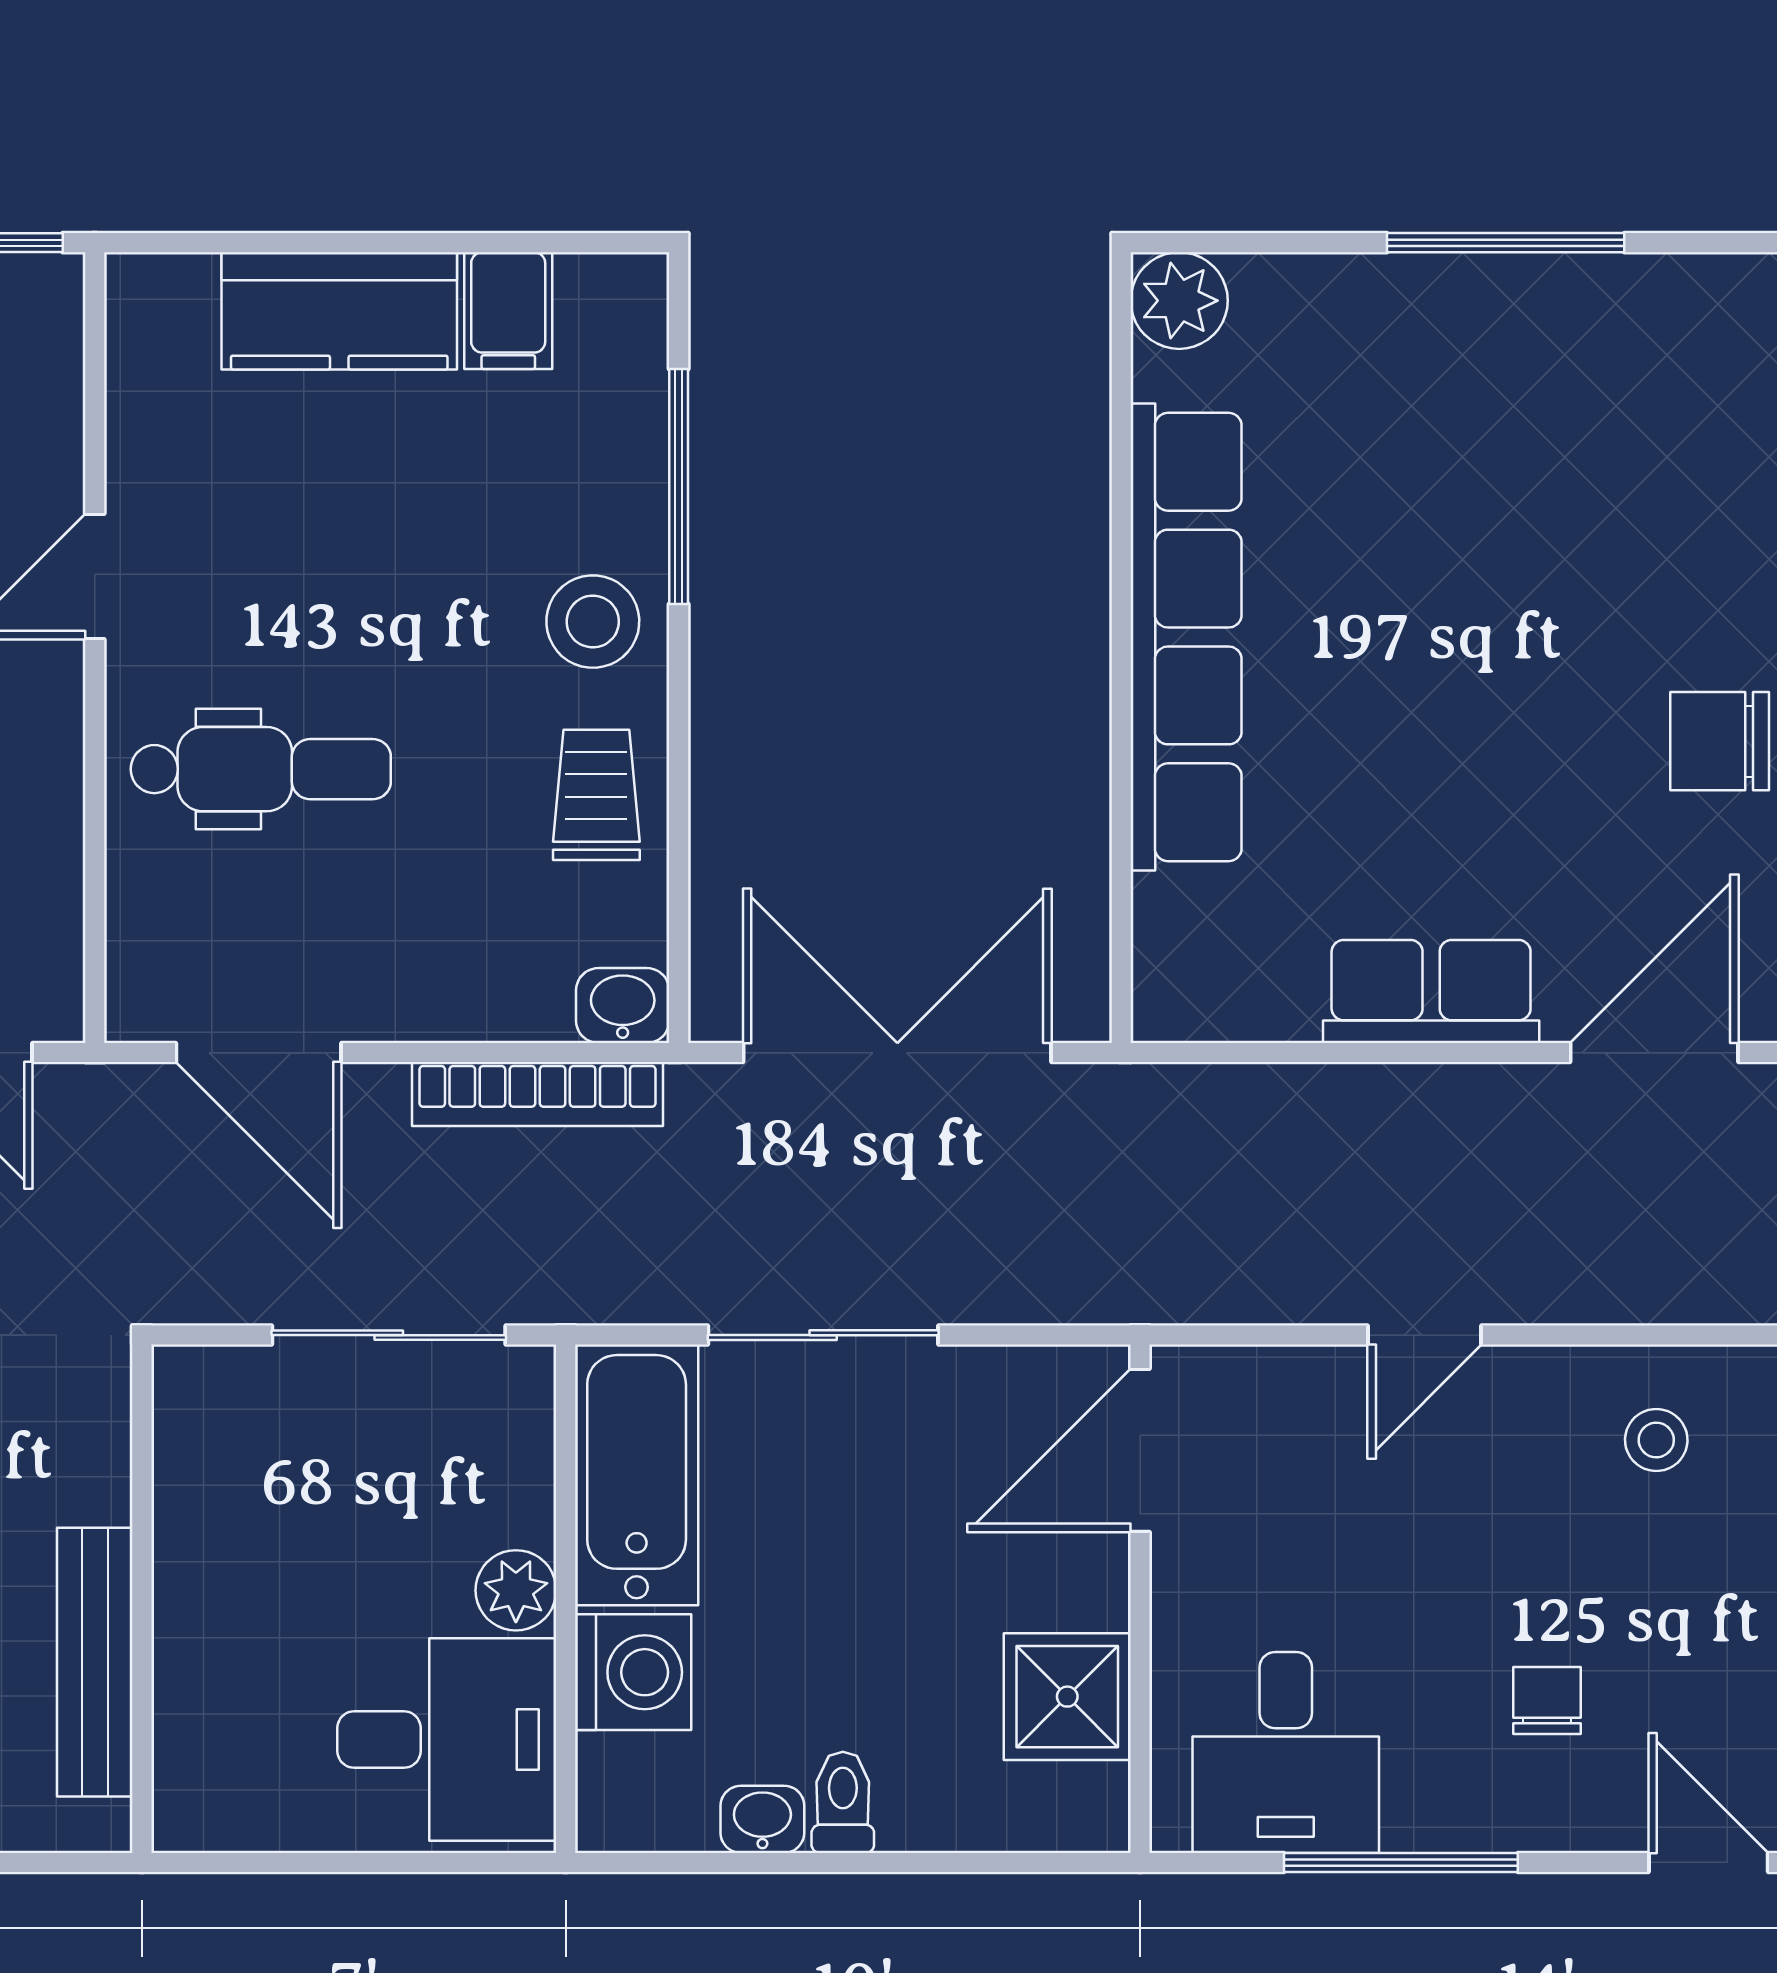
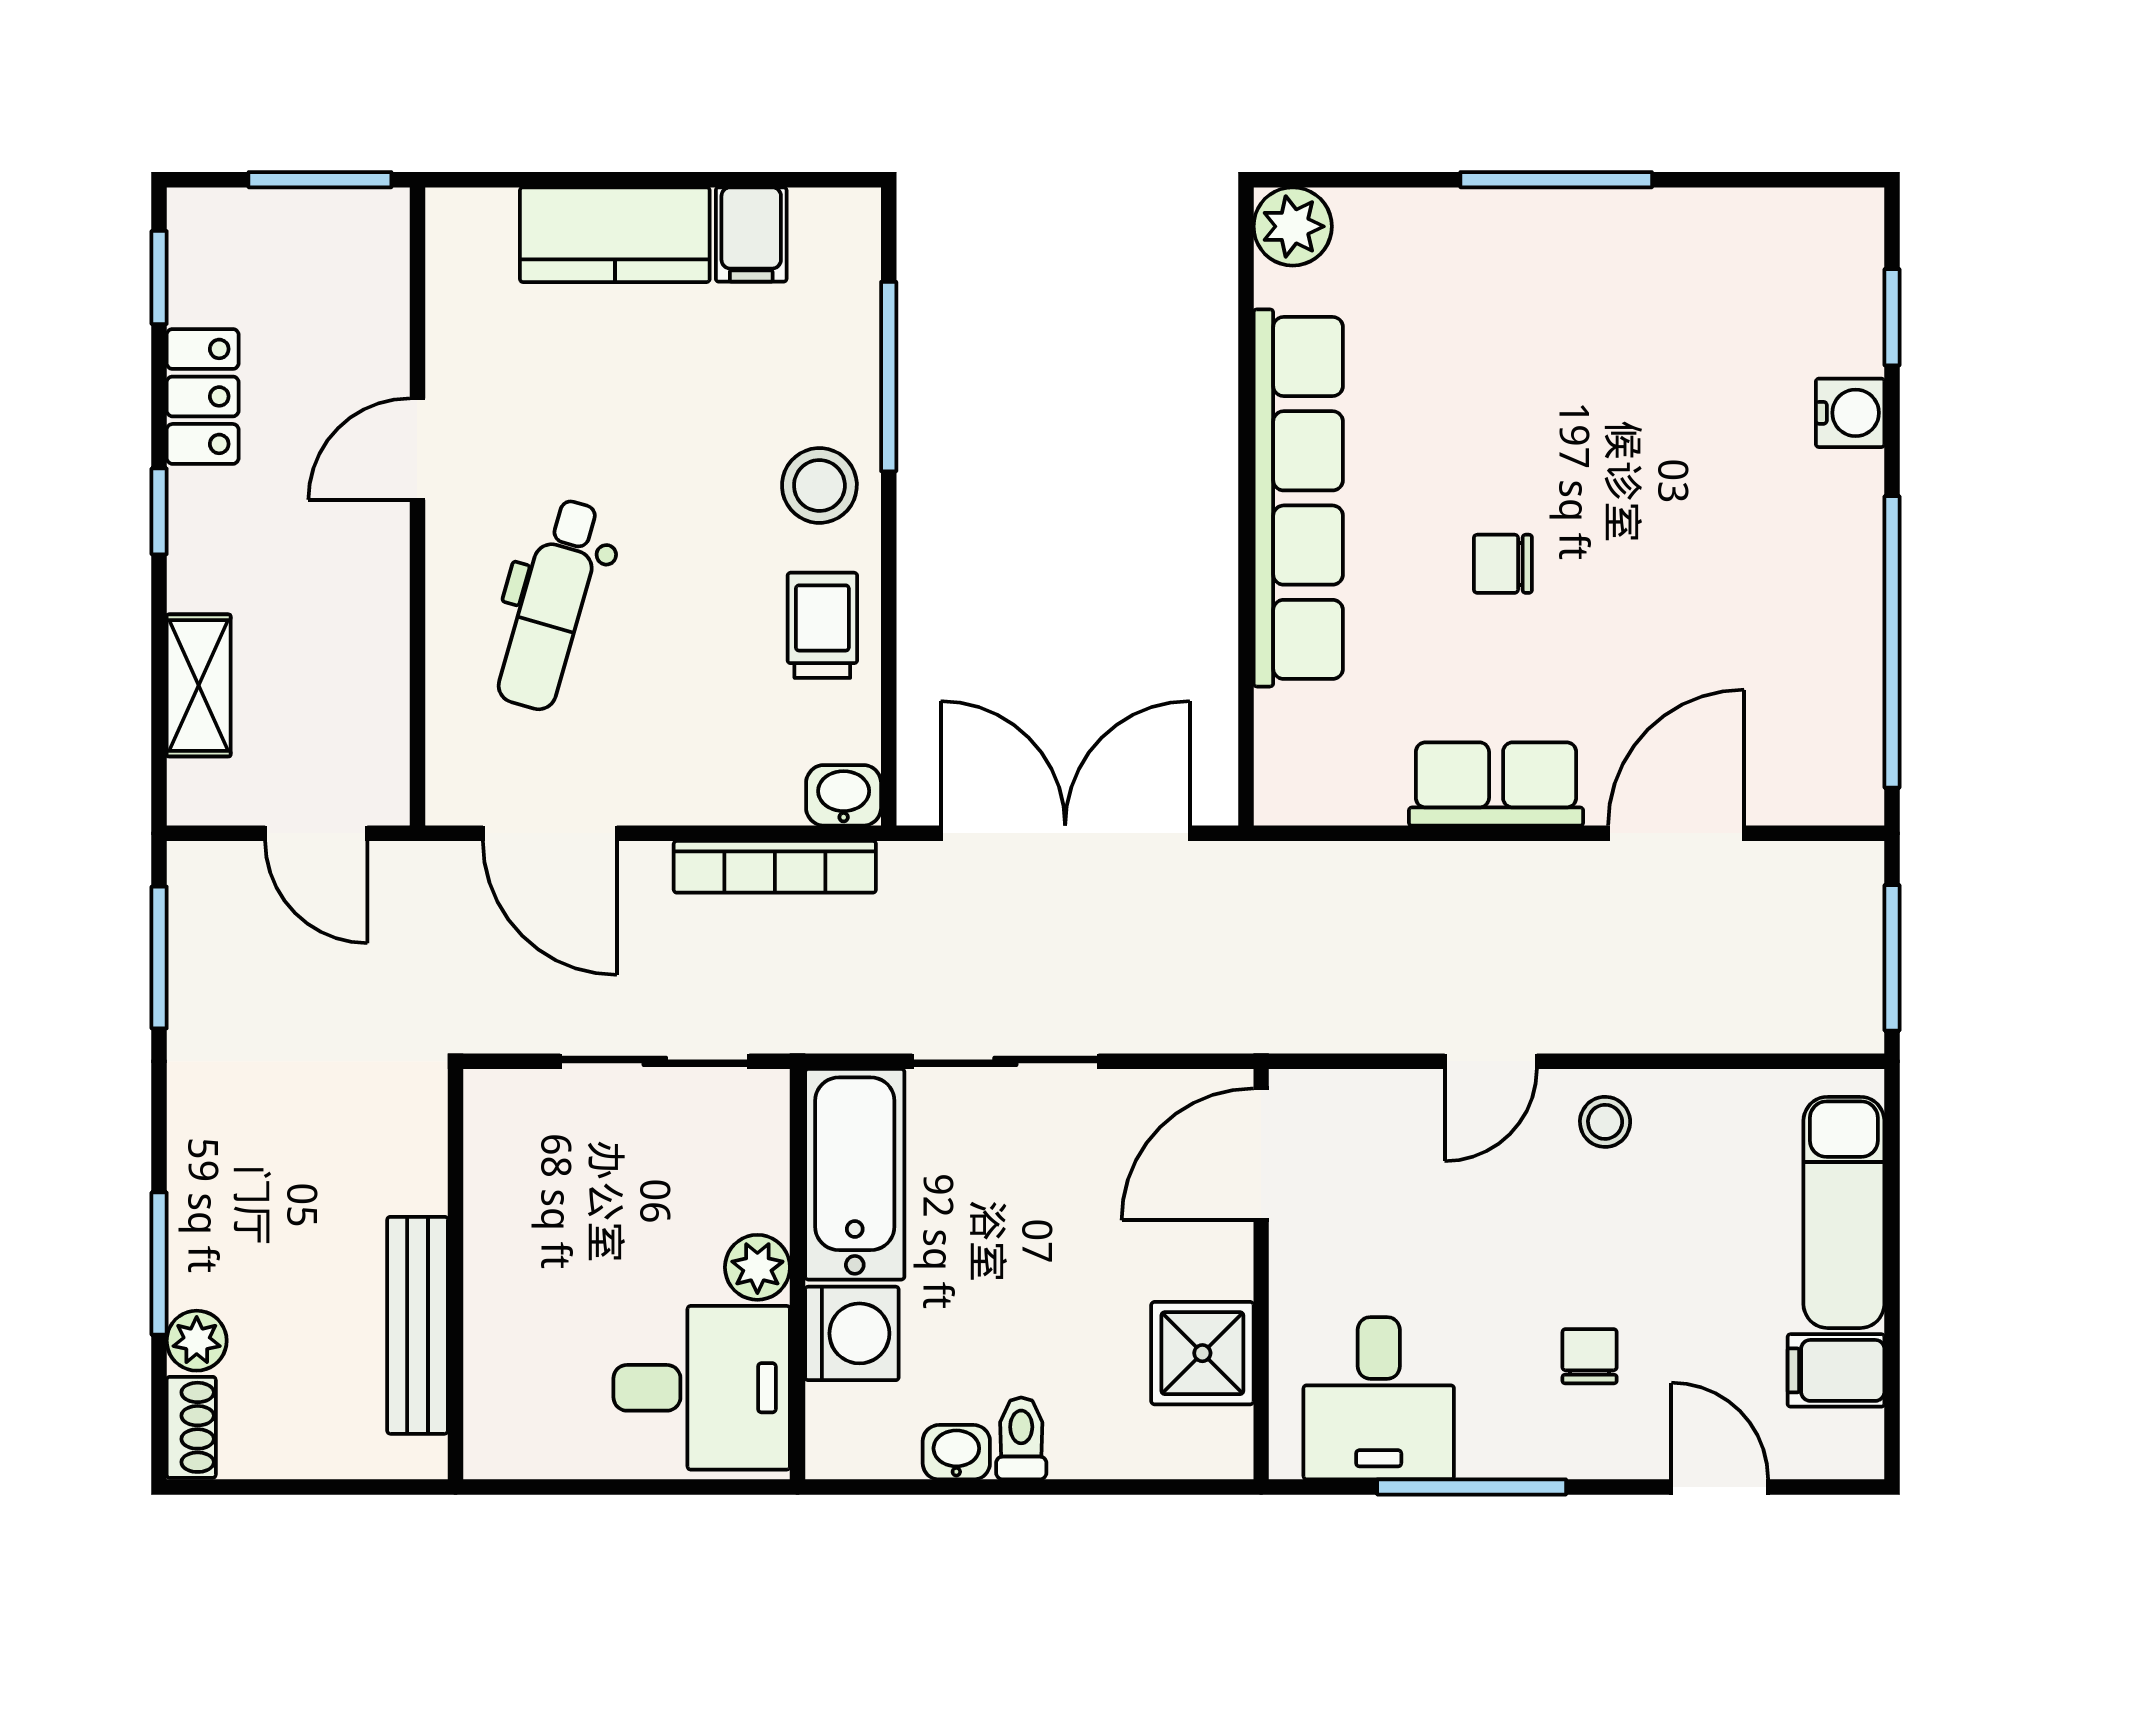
chair: (1720, 741) -> (1503, 564), moved, width x0.73, depth x0.73
dental chair: (261, 769) -> (551, 605), turned 106
stool: (1656, 1440) -> (1605, 1122), moved

